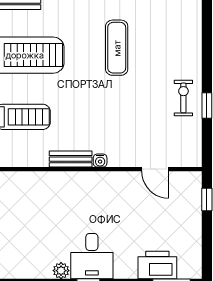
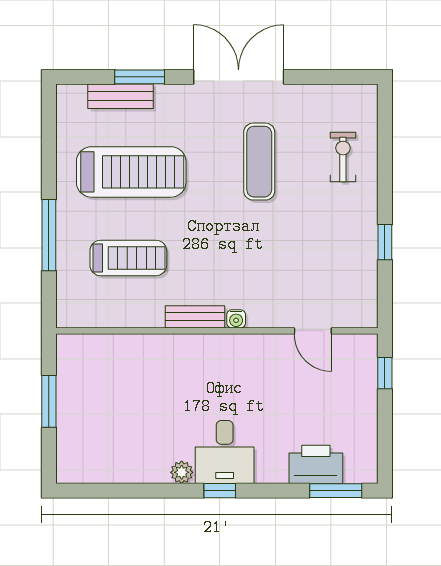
exercise bike: (183, 98) -> (343, 157), moved

